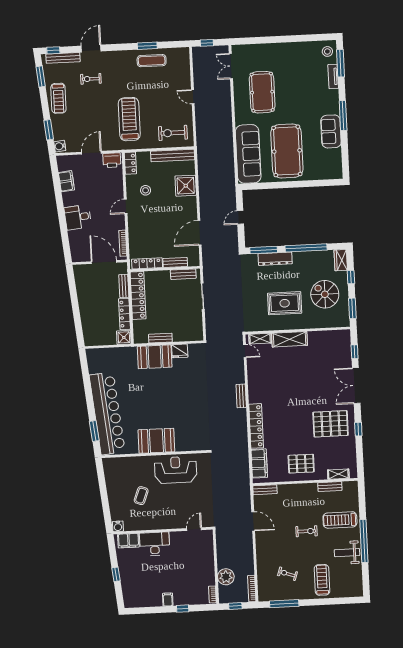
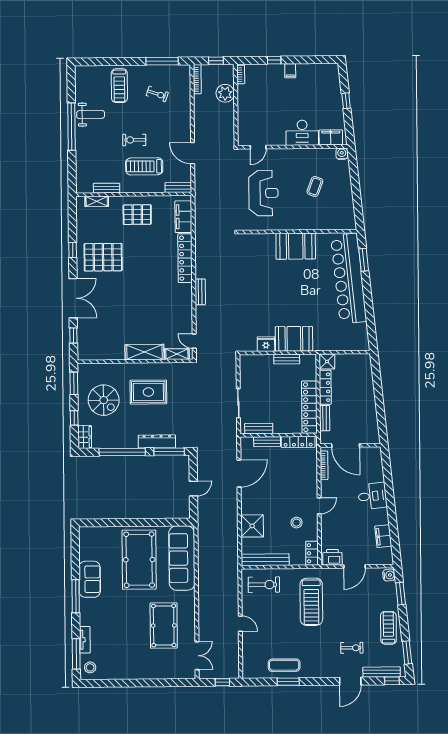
reception desk: (176, 470) -> (263, 193), moved, turned -90
treadmill: (340, 520) -> (144, 166), moved, turned 180

